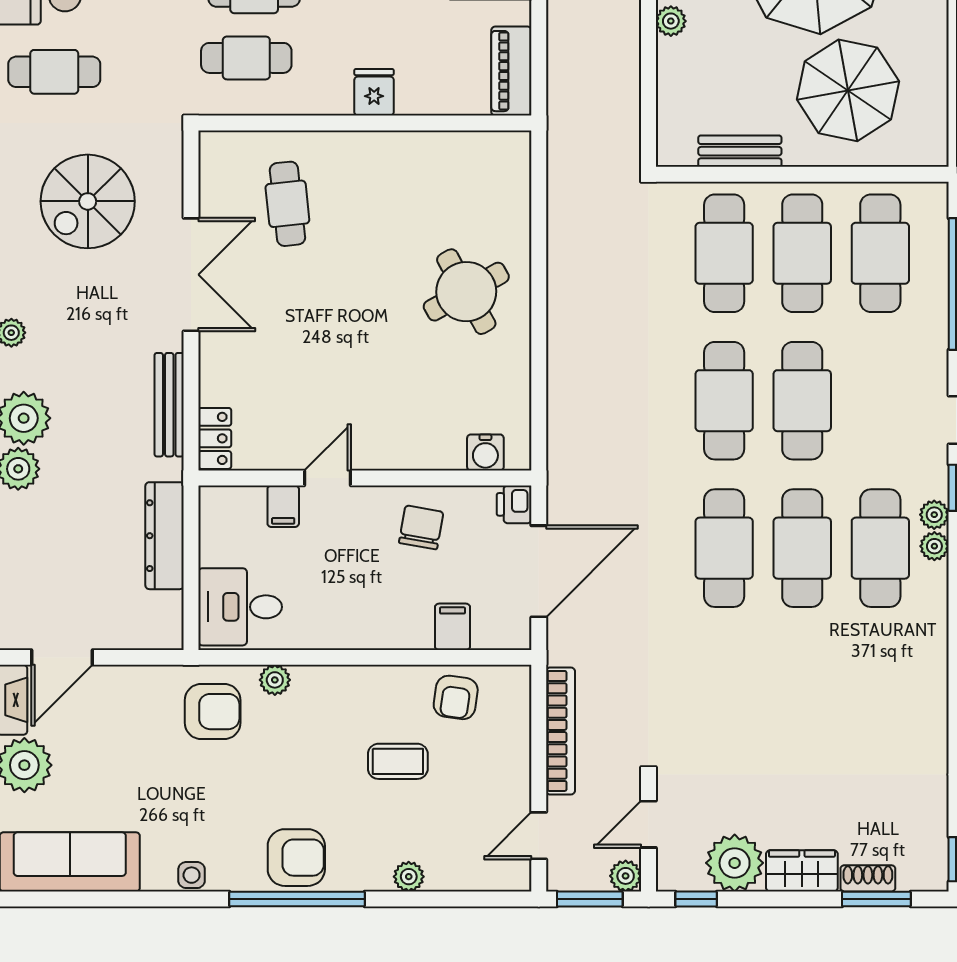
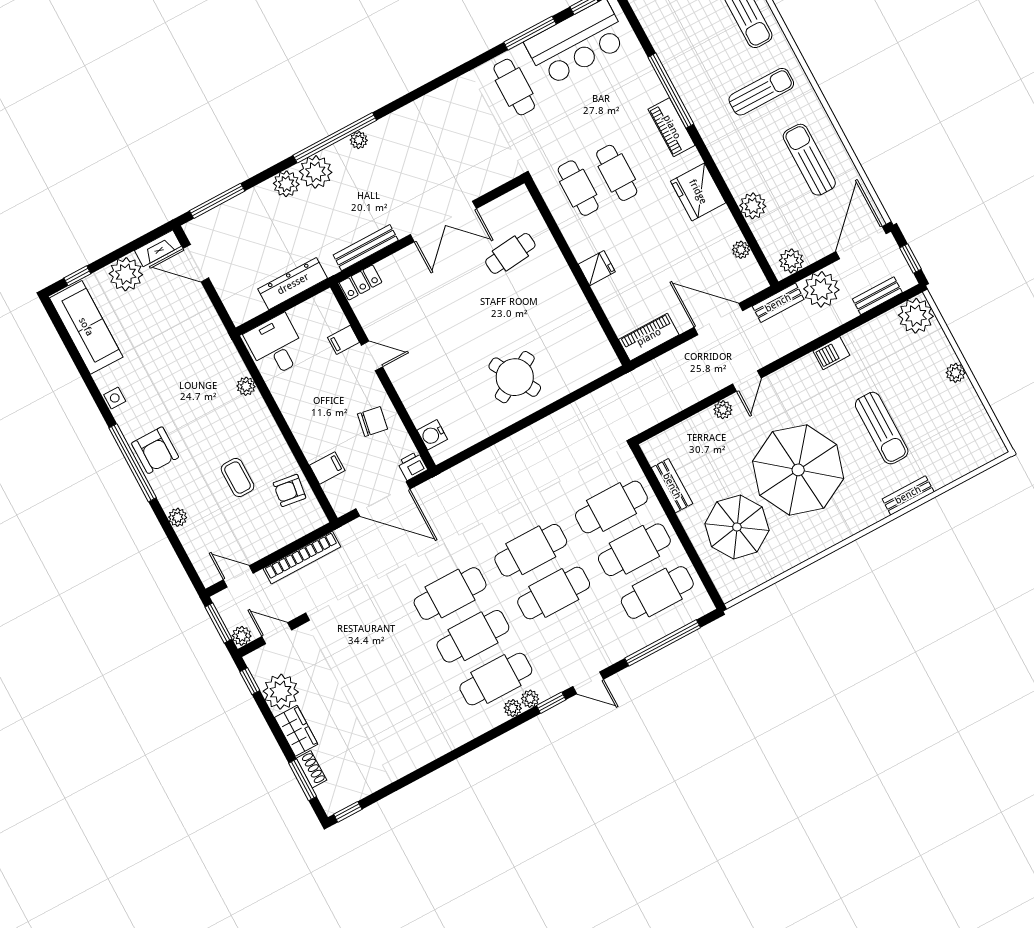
spiral stairs: (88, 201) -> (453, 143), removed
armchair: (213, 712) -> (210, 362), removed

